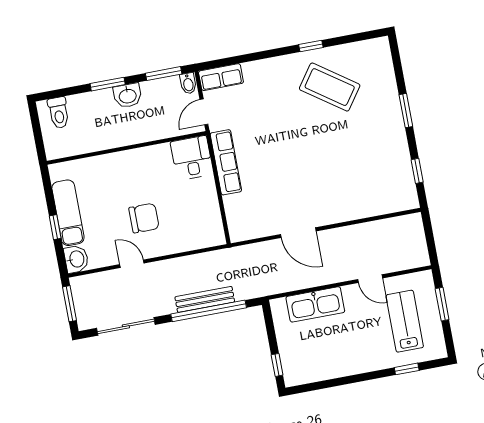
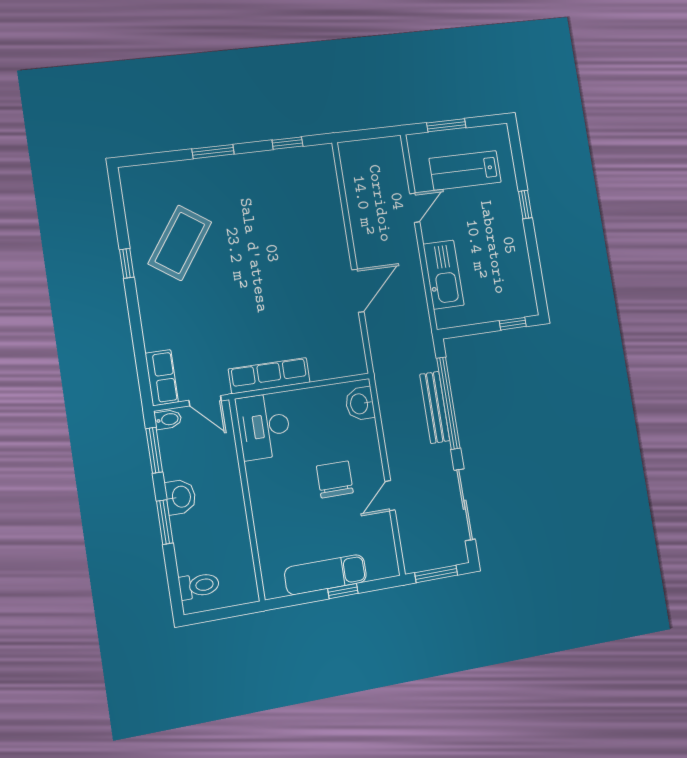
desk: (192, 158) -> (264, 426), width x1.37
washbasin: (76, 259) -> (360, 404), moved, turned -90
window: (407, 369) -> (525, 205), moved

